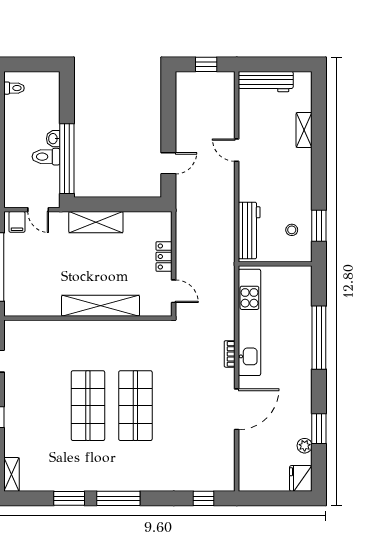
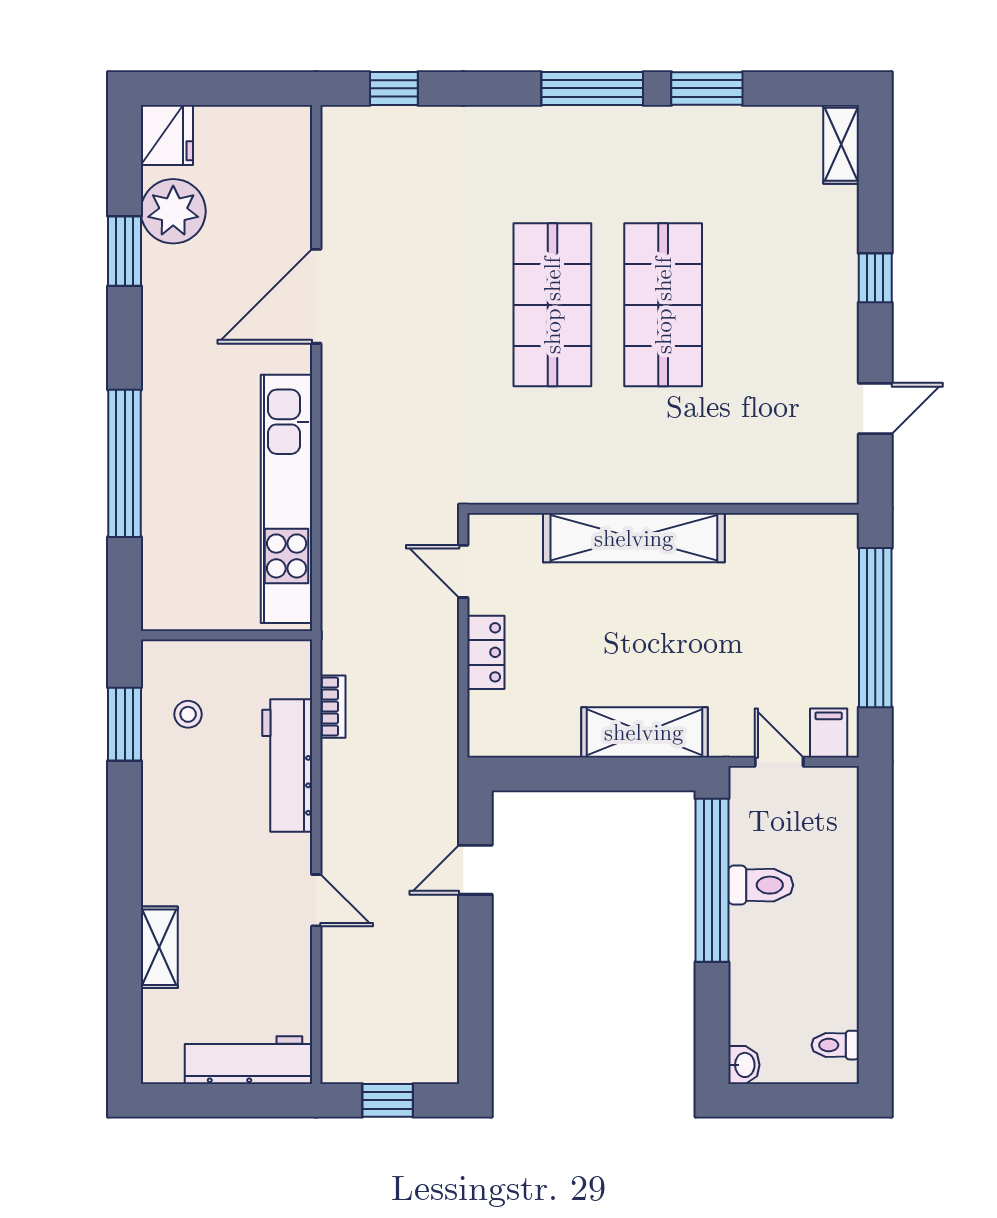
washbasin: (53, 139) -> (744, 1065), moved
workbench: (249, 230) -> (287, 765), moved
bookcase: (230, 354) -> (333, 707), moved
plant: (305, 446) -> (173, 211), width x1.87, depth x1.87

